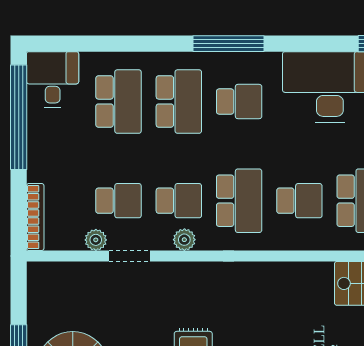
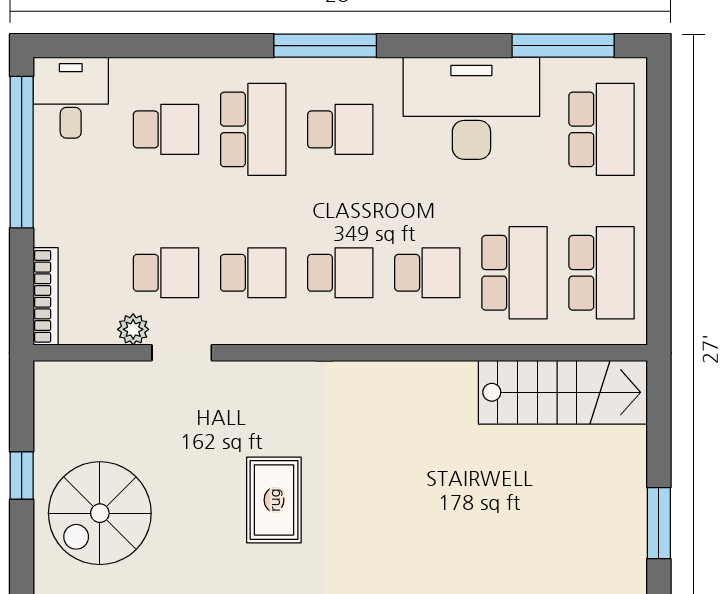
school desk: (119, 102) -> (166, 129), width x0.54
school desk: (239, 201) -> (340, 273), width x0.54
plant: (184, 240) -> (261, 329), removed

